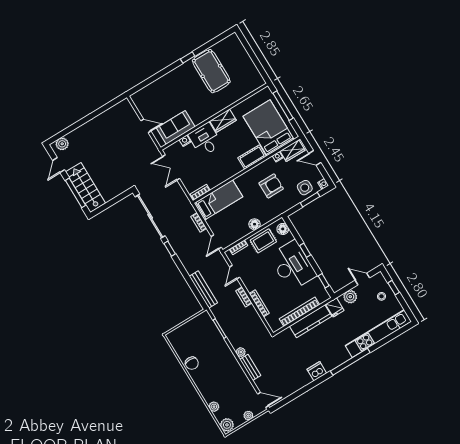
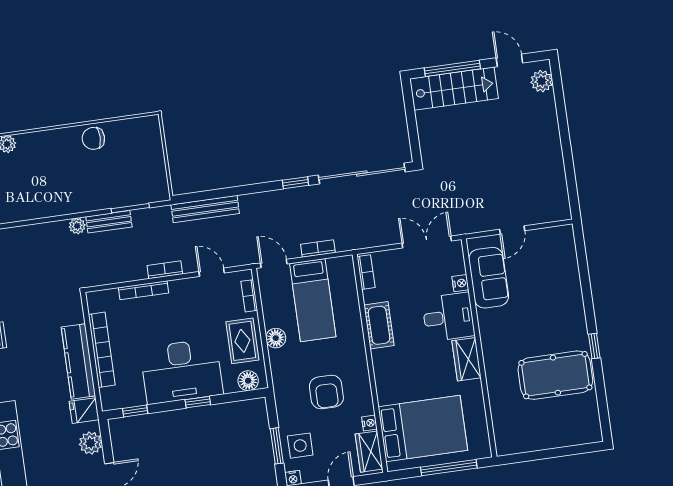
cot: (252, 157) -> (379, 325), moved
bed: (218, 200) -> (313, 300), moved
bench: (250, 367) -> (109, 222), moved

